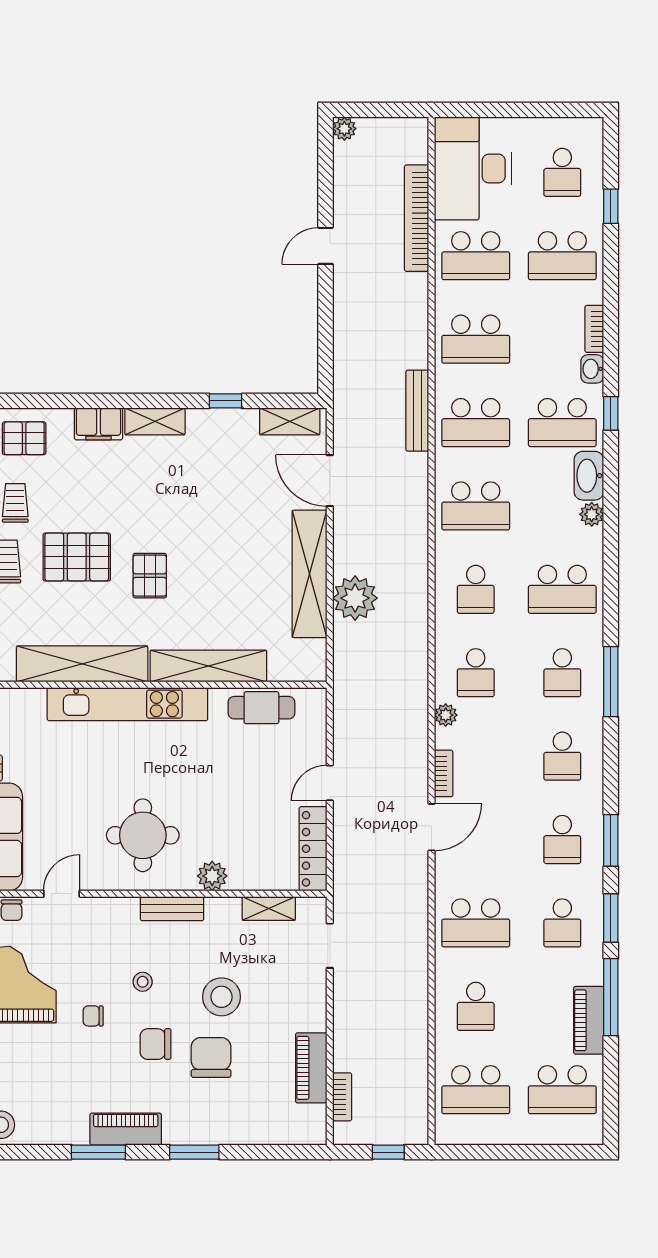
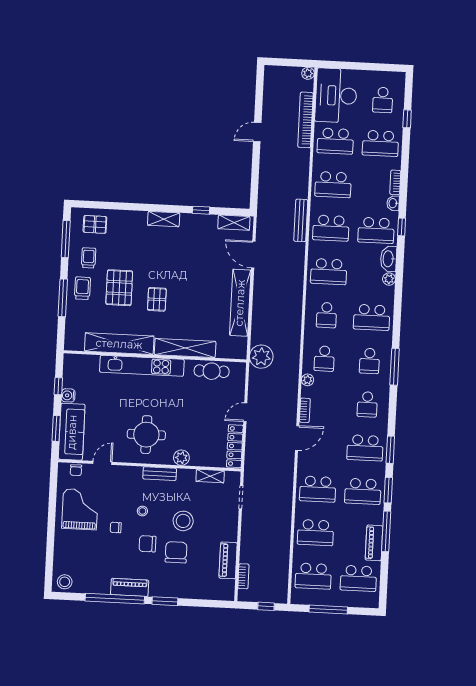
plant: (344, 129) -> (308, 73), moved
filing cabinet: (98, 424) -> (134, 219), removed
pallet: (77, 557) -> (119, 288), turned 90
plant: (355, 598) -> (261, 357), moved
school desk: (562, 840) -> (365, 448), width x1.85
school desk: (562, 923) -> (363, 491), width x1.85
school desk: (476, 1006) -> (315, 533), width x1.85
window: (98, 1152) -> (115, 599), width x2.11
window: (508, 1152) -> (328, 609), added

